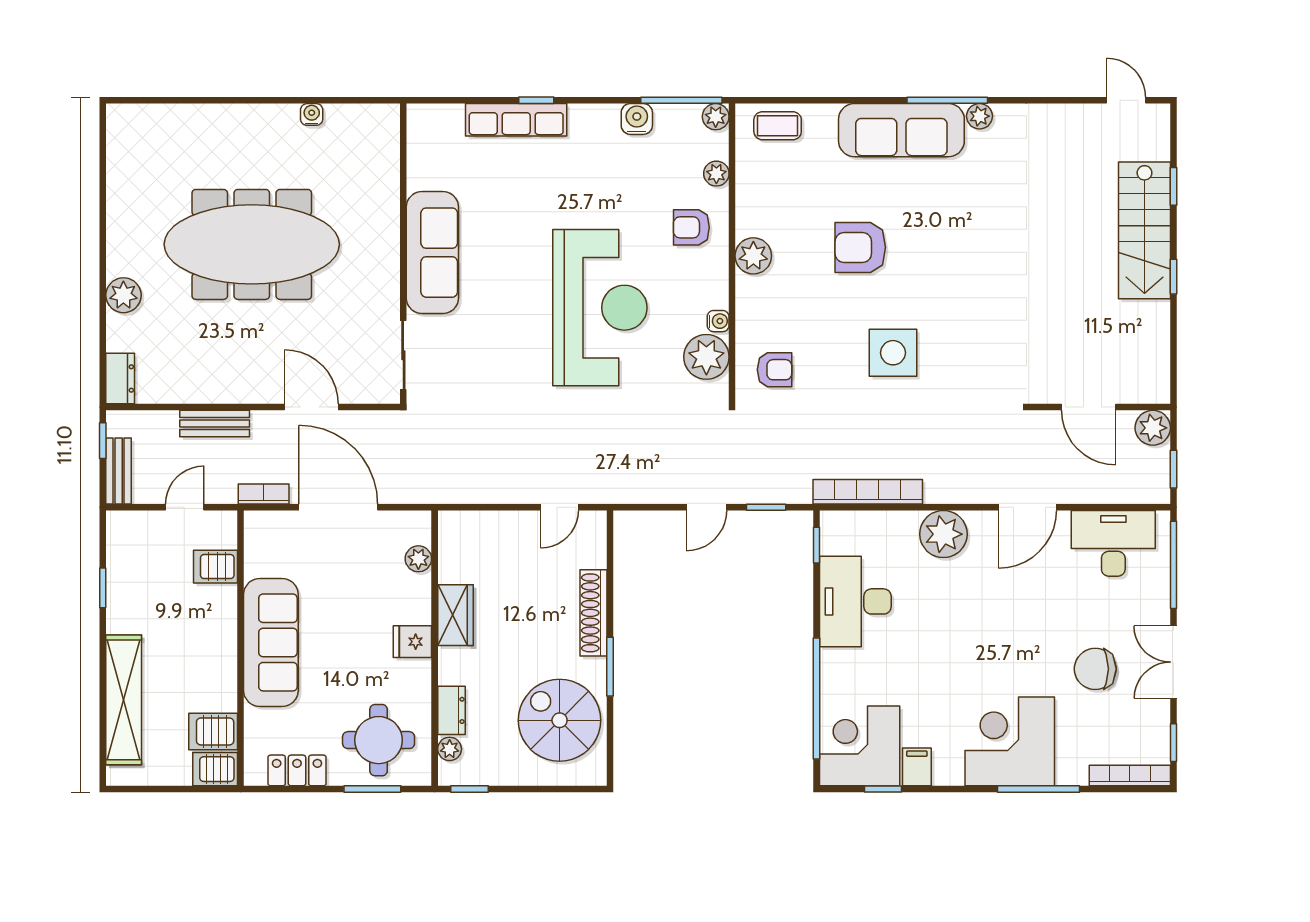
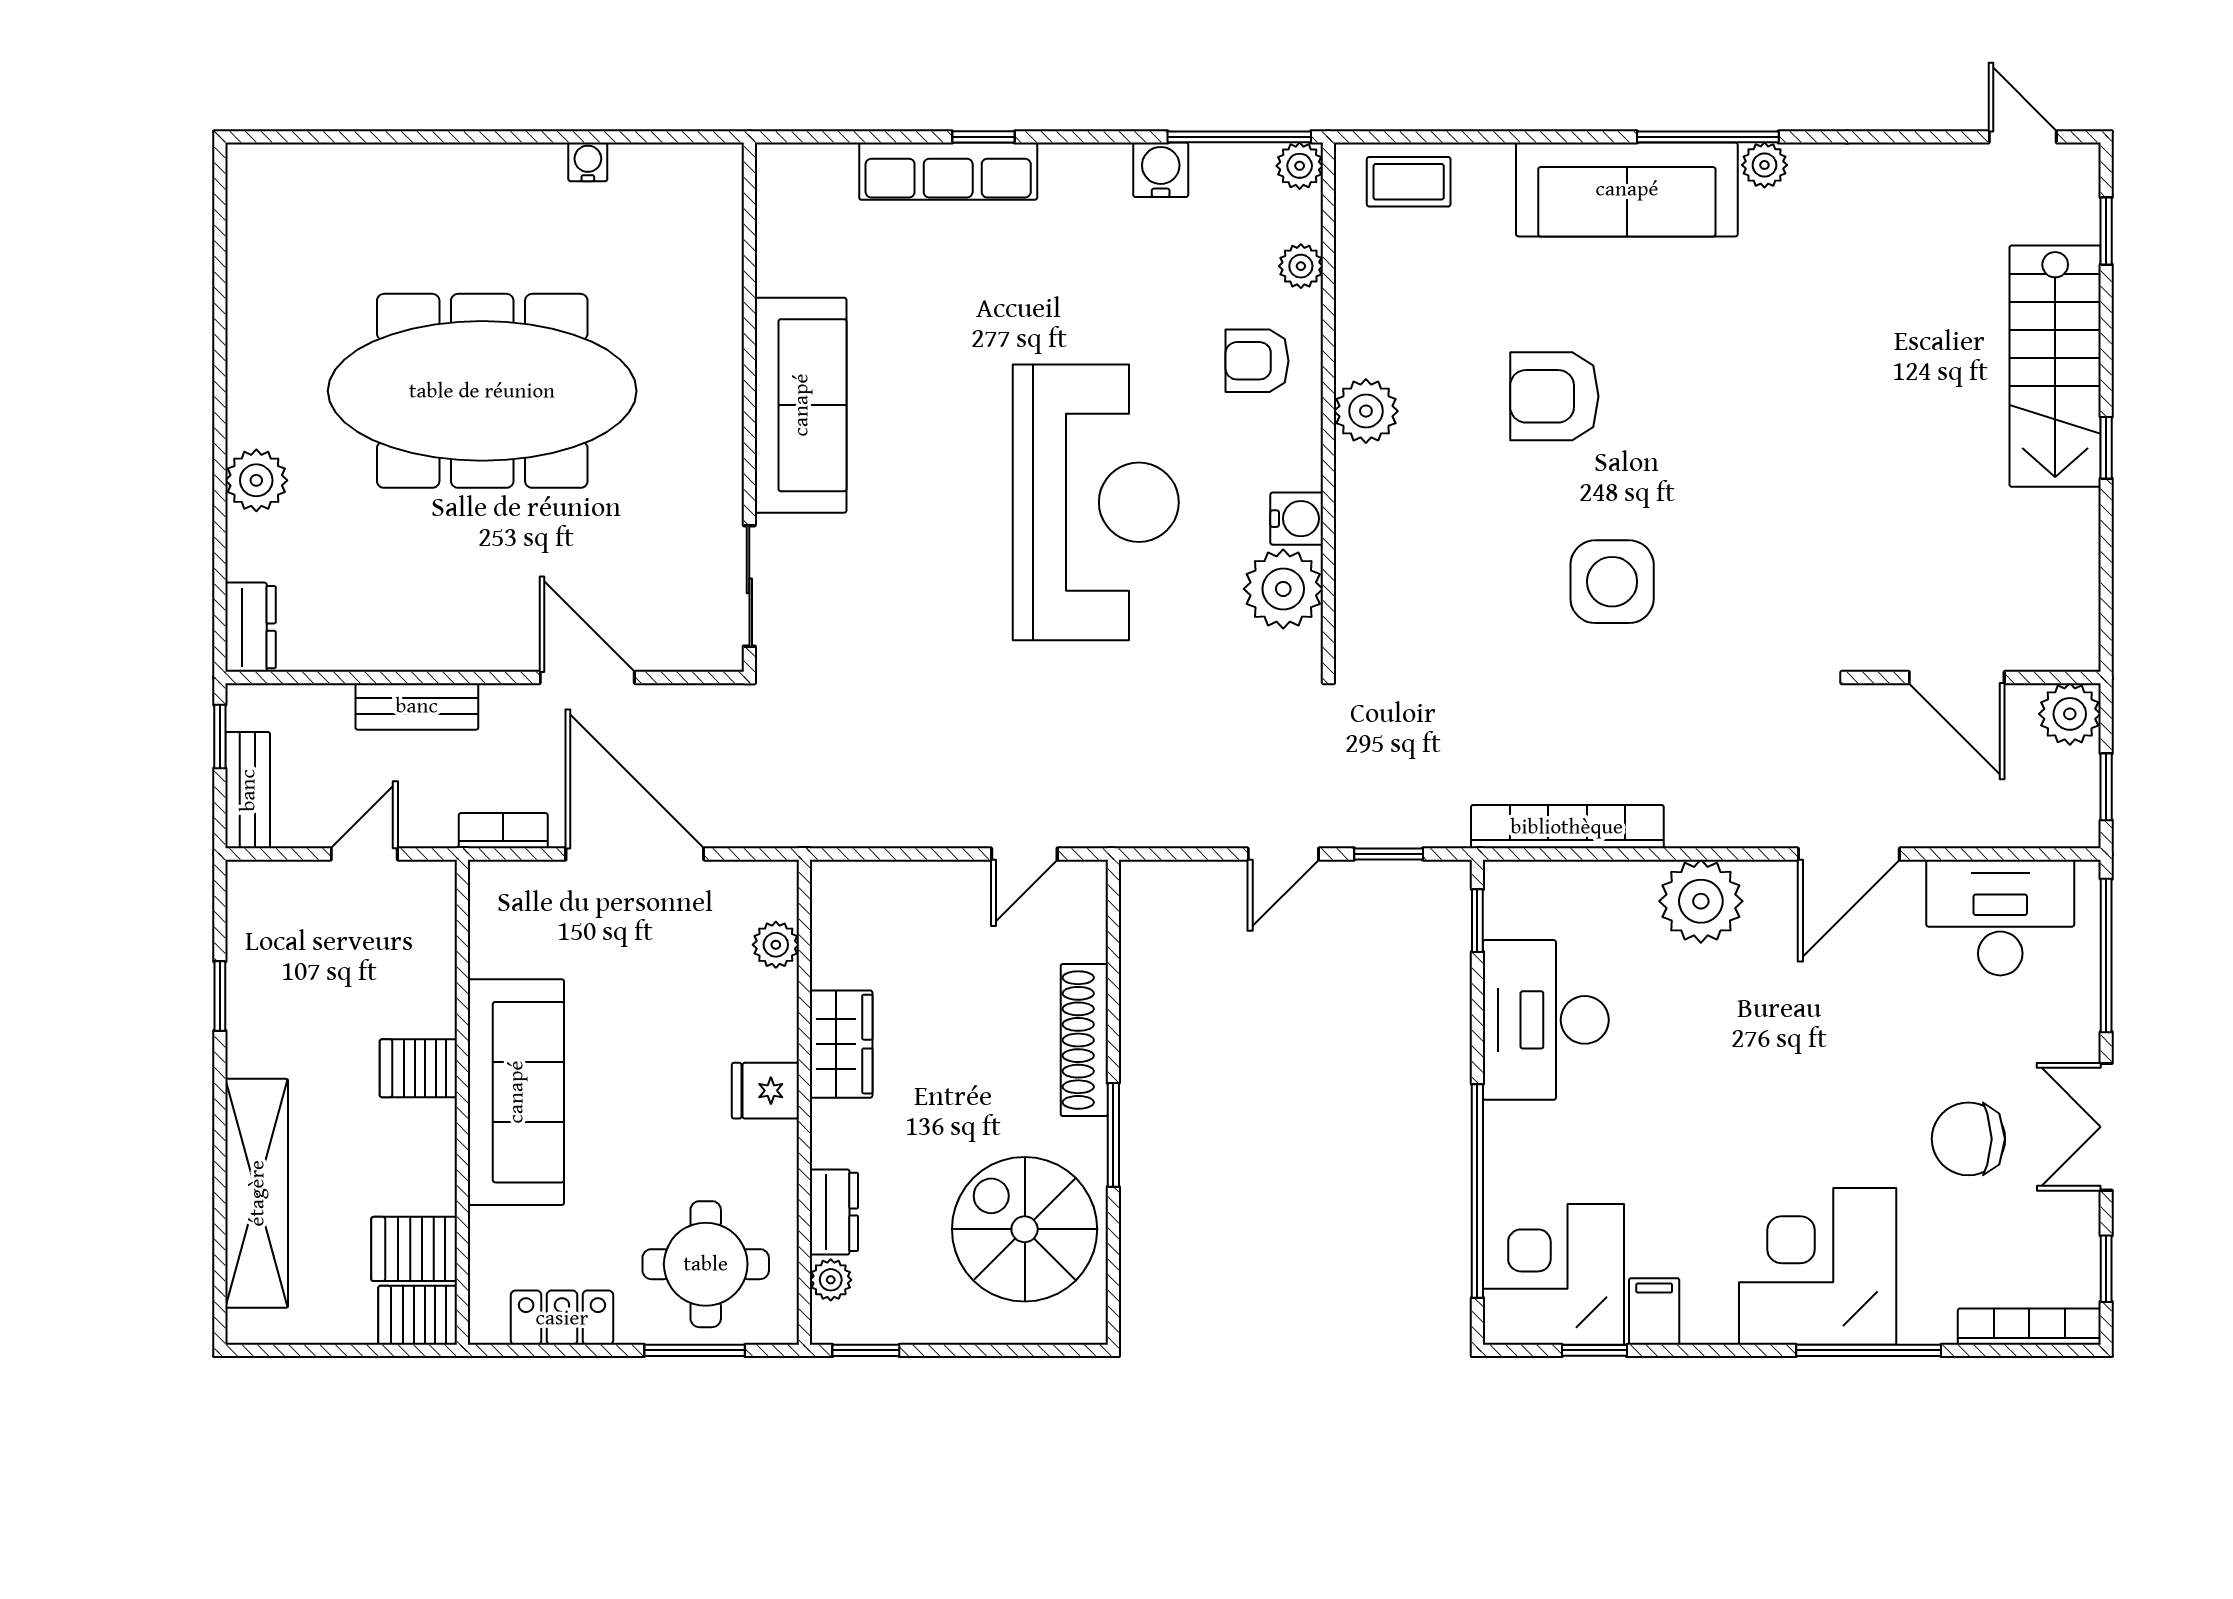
window: (1173, 186) -> (2106, 231), moved
water cooler: (718, 321) -> (1297, 519), width x1.38, depth x1.38
armchair: (775, 370) -> (1403, 612), removed
server rack: (215, 567) -> (418, 1068), moved

